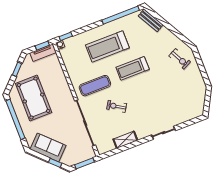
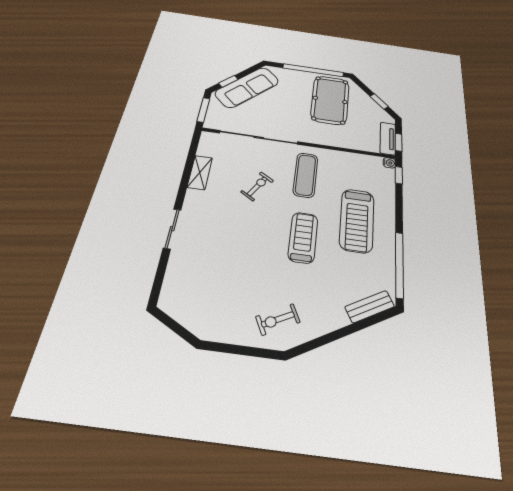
treadmill: (107, 46) -> (357, 220), turned 180
pool table: (34, 98) -> (330, 100), turned 90
sofa: (48, 147) -> (247, 87), width x1.36

